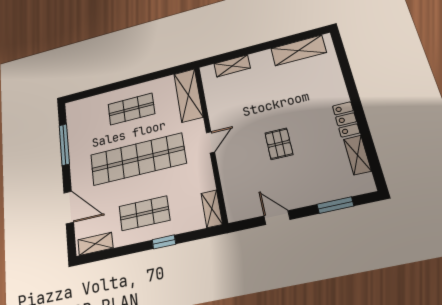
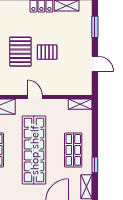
pallet: (271, 107) -> (20, 52), added
door: (277, 218) -> (95, 64), swing flipped
window: (164, 242) -> (95, 165), moved

